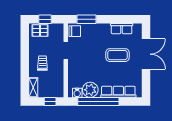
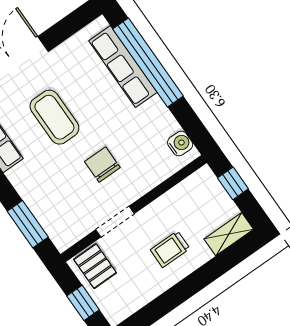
pallet: (40, 30) -> (95, 266), moved
chair: (75, 31) -> (102, 165), moved
plant: (90, 90) -> (157, 123), removed
window: (98, 102) -> (148, 63), moved

